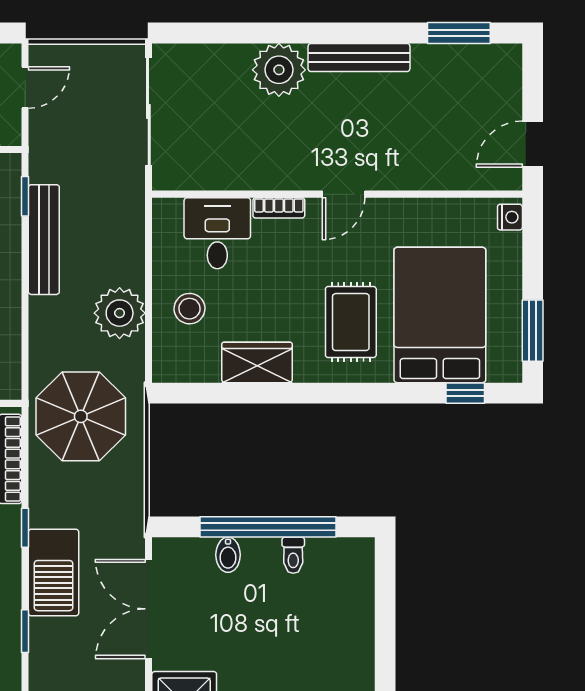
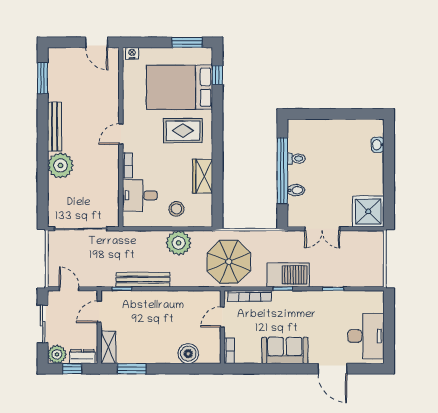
door: (344, 194) -> (121, 134), swing flipped
barbecue: (53, 573) -> (288, 275), moved
double door: (148, 609) -> (322, 229), width x0.73

